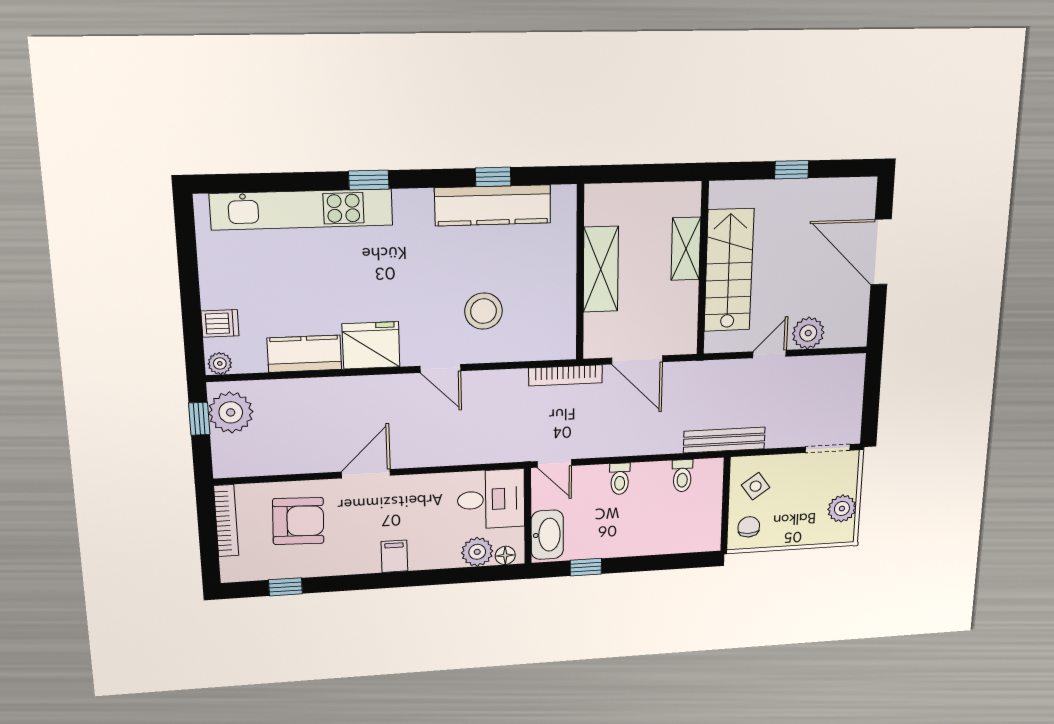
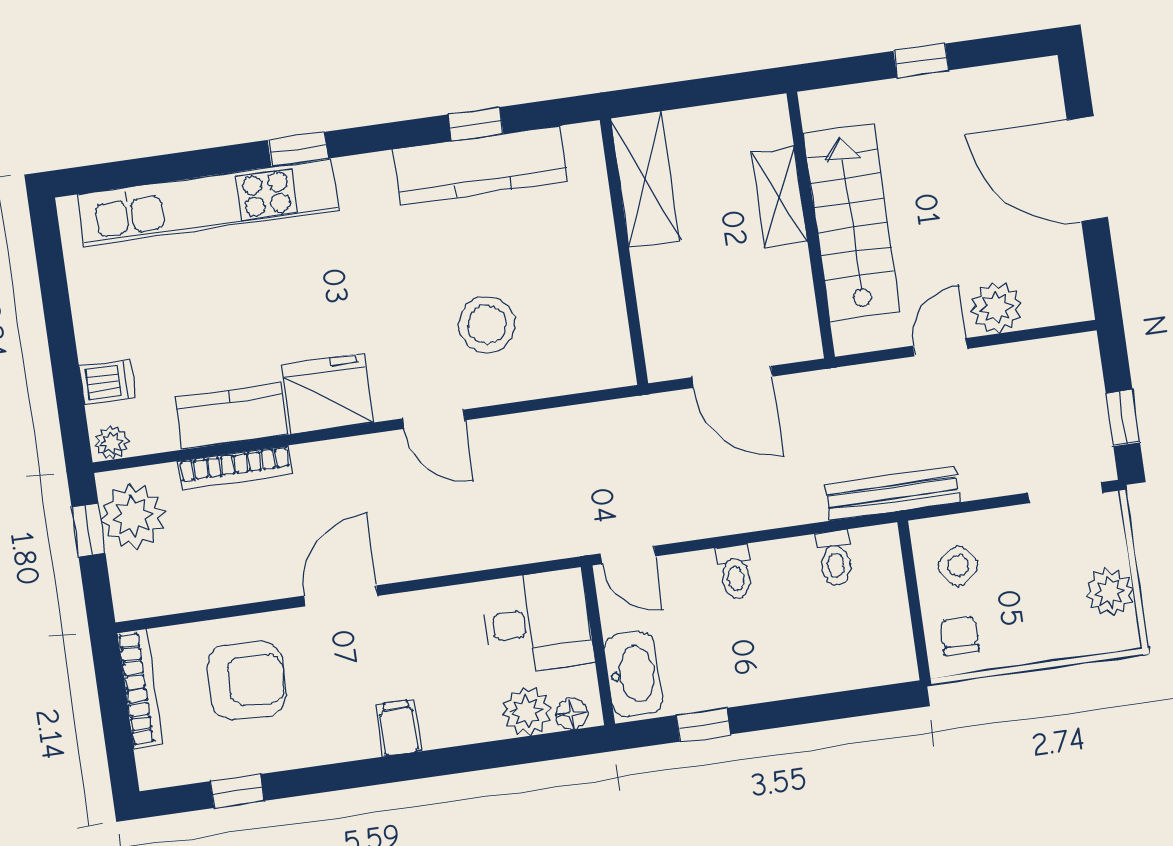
shelving: (601, 269) -> (645, 179), moved
bookcase: (566, 375) -> (235, 468), moved
window: (871, 407) -> (1123, 418), added

